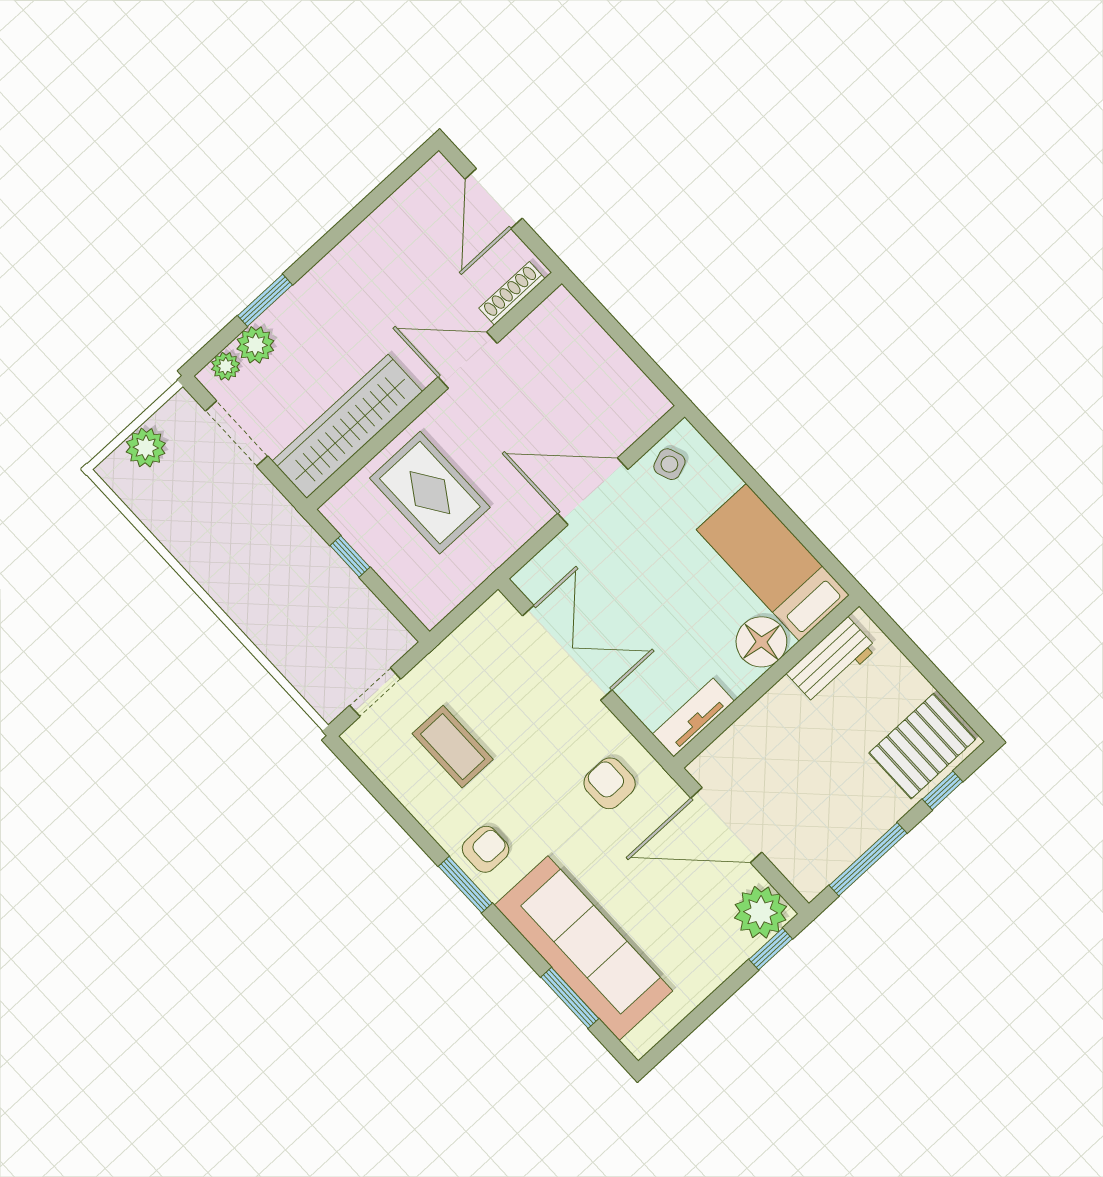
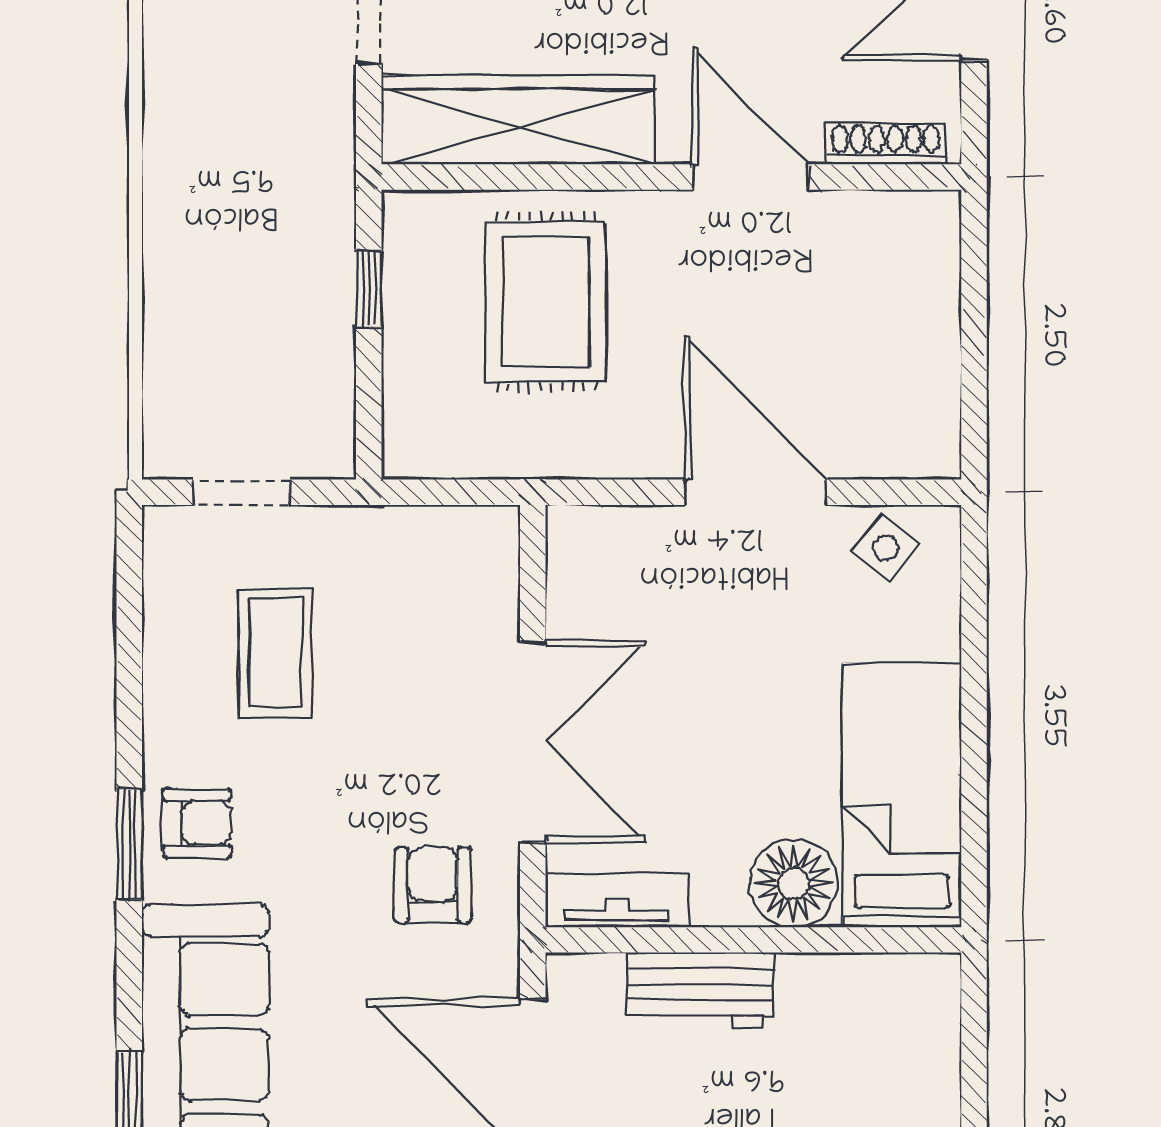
side table: (669, 464) -> (886, 548), turned -30
double door: (567, 653) -> (533, 742), moved
workbench: (832, 661) -> (700, 990), moved

